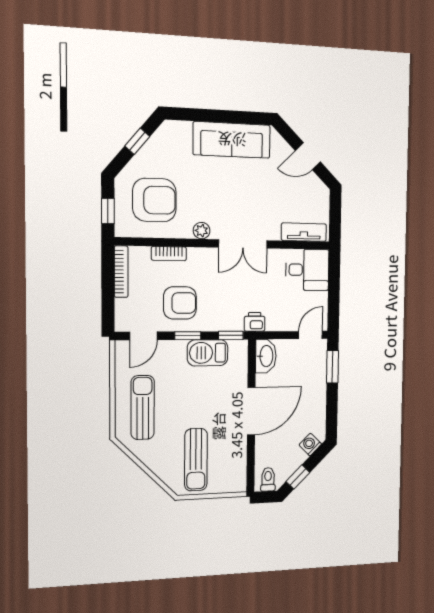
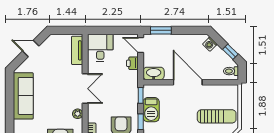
door: (308, 156) -> (31, 48), swing flipped
printer: (255, 322) -> (132, 63), moved

